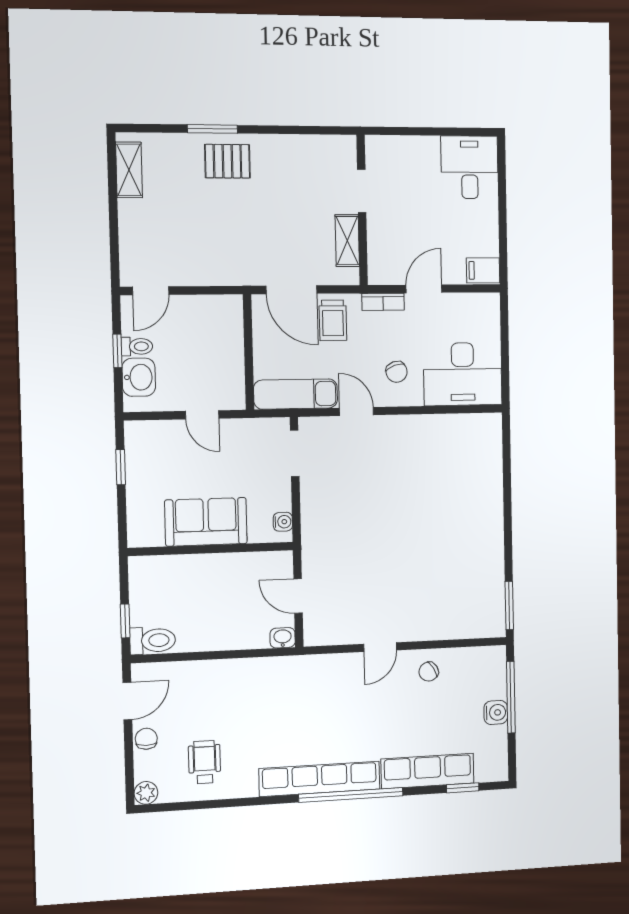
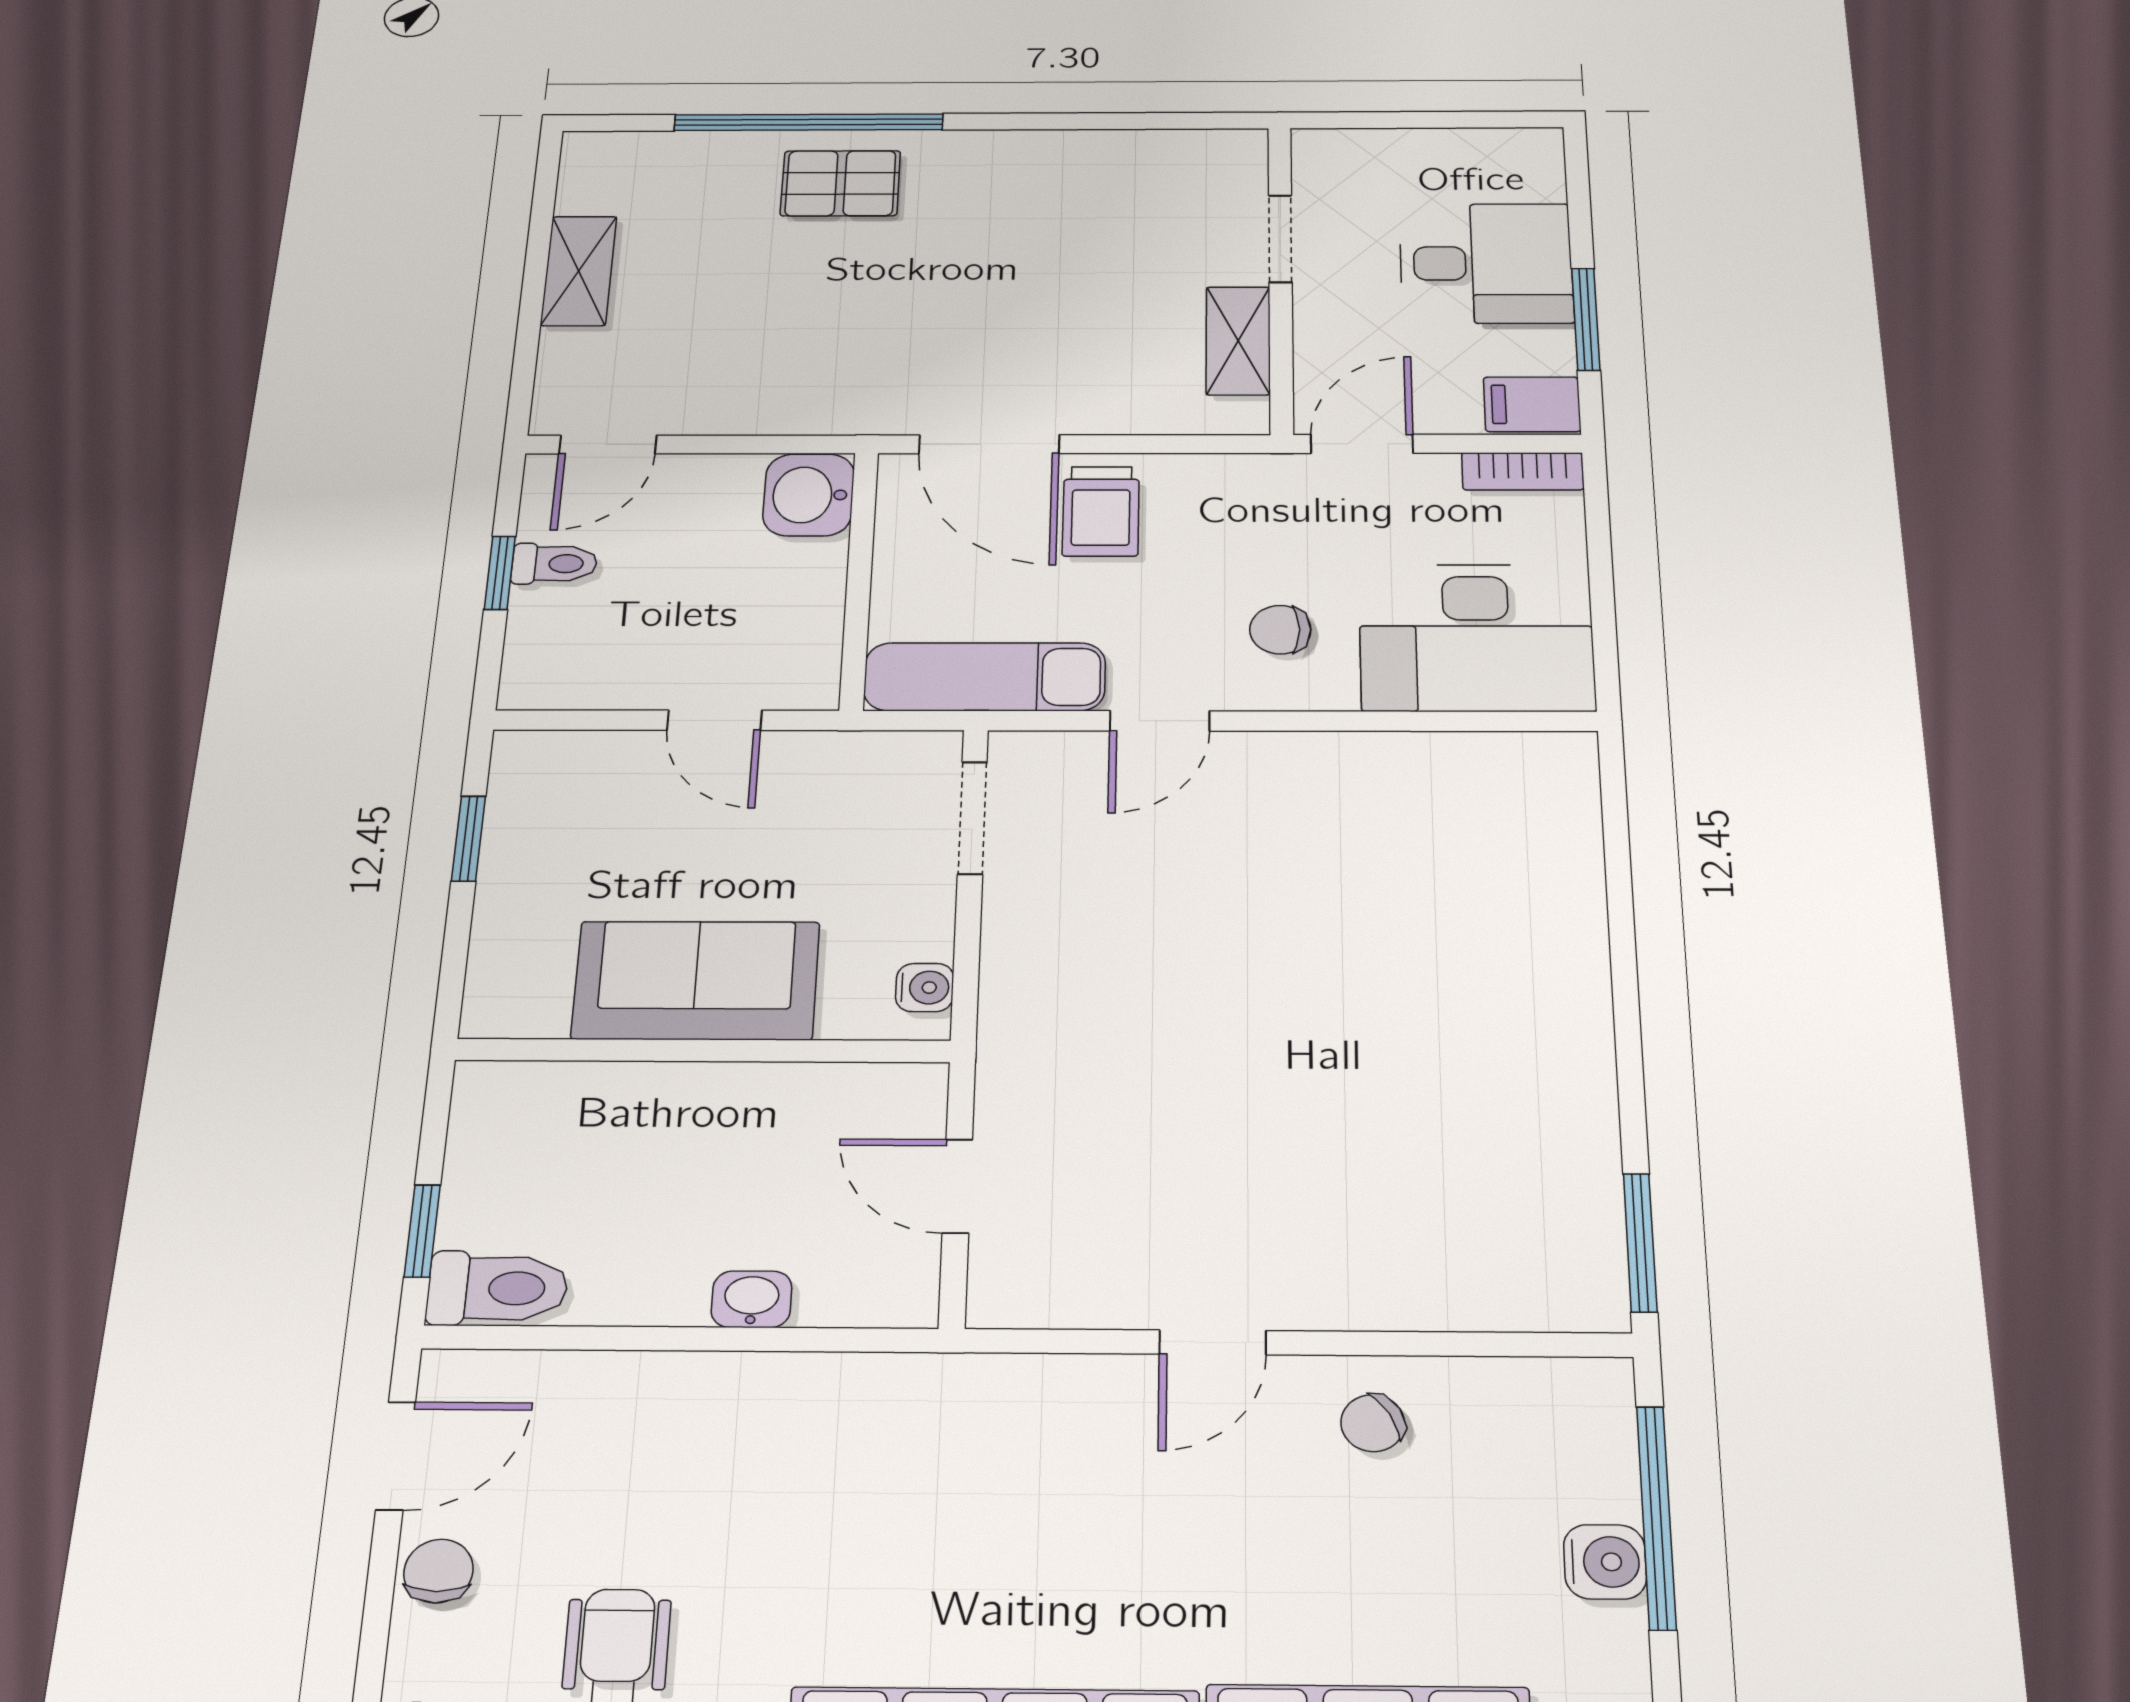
window: (213, 129) -> (809, 122), width x2.11
desk: (470, 167) -> (1486, 263), moved, turned 90
shelving: (129, 170) -> (579, 271), moved
doorway: (362, 191) -> (1280, 239), moved
wall: (362, 210) -> (1281, 278), moved
window: (503, 231) -> (1586, 319), added
shelving: (347, 241) -> (1238, 341), moved
bookcase: (383, 302) -> (1523, 471), moved
chair: (397, 372) -> (1280, 630), turned 109
washbasin: (139, 377) -> (809, 495), moved, turned 180
door: (356, 412) -> (1160, 721), swing flipped
washbasin: (283, 638) -> (752, 1299), moved

